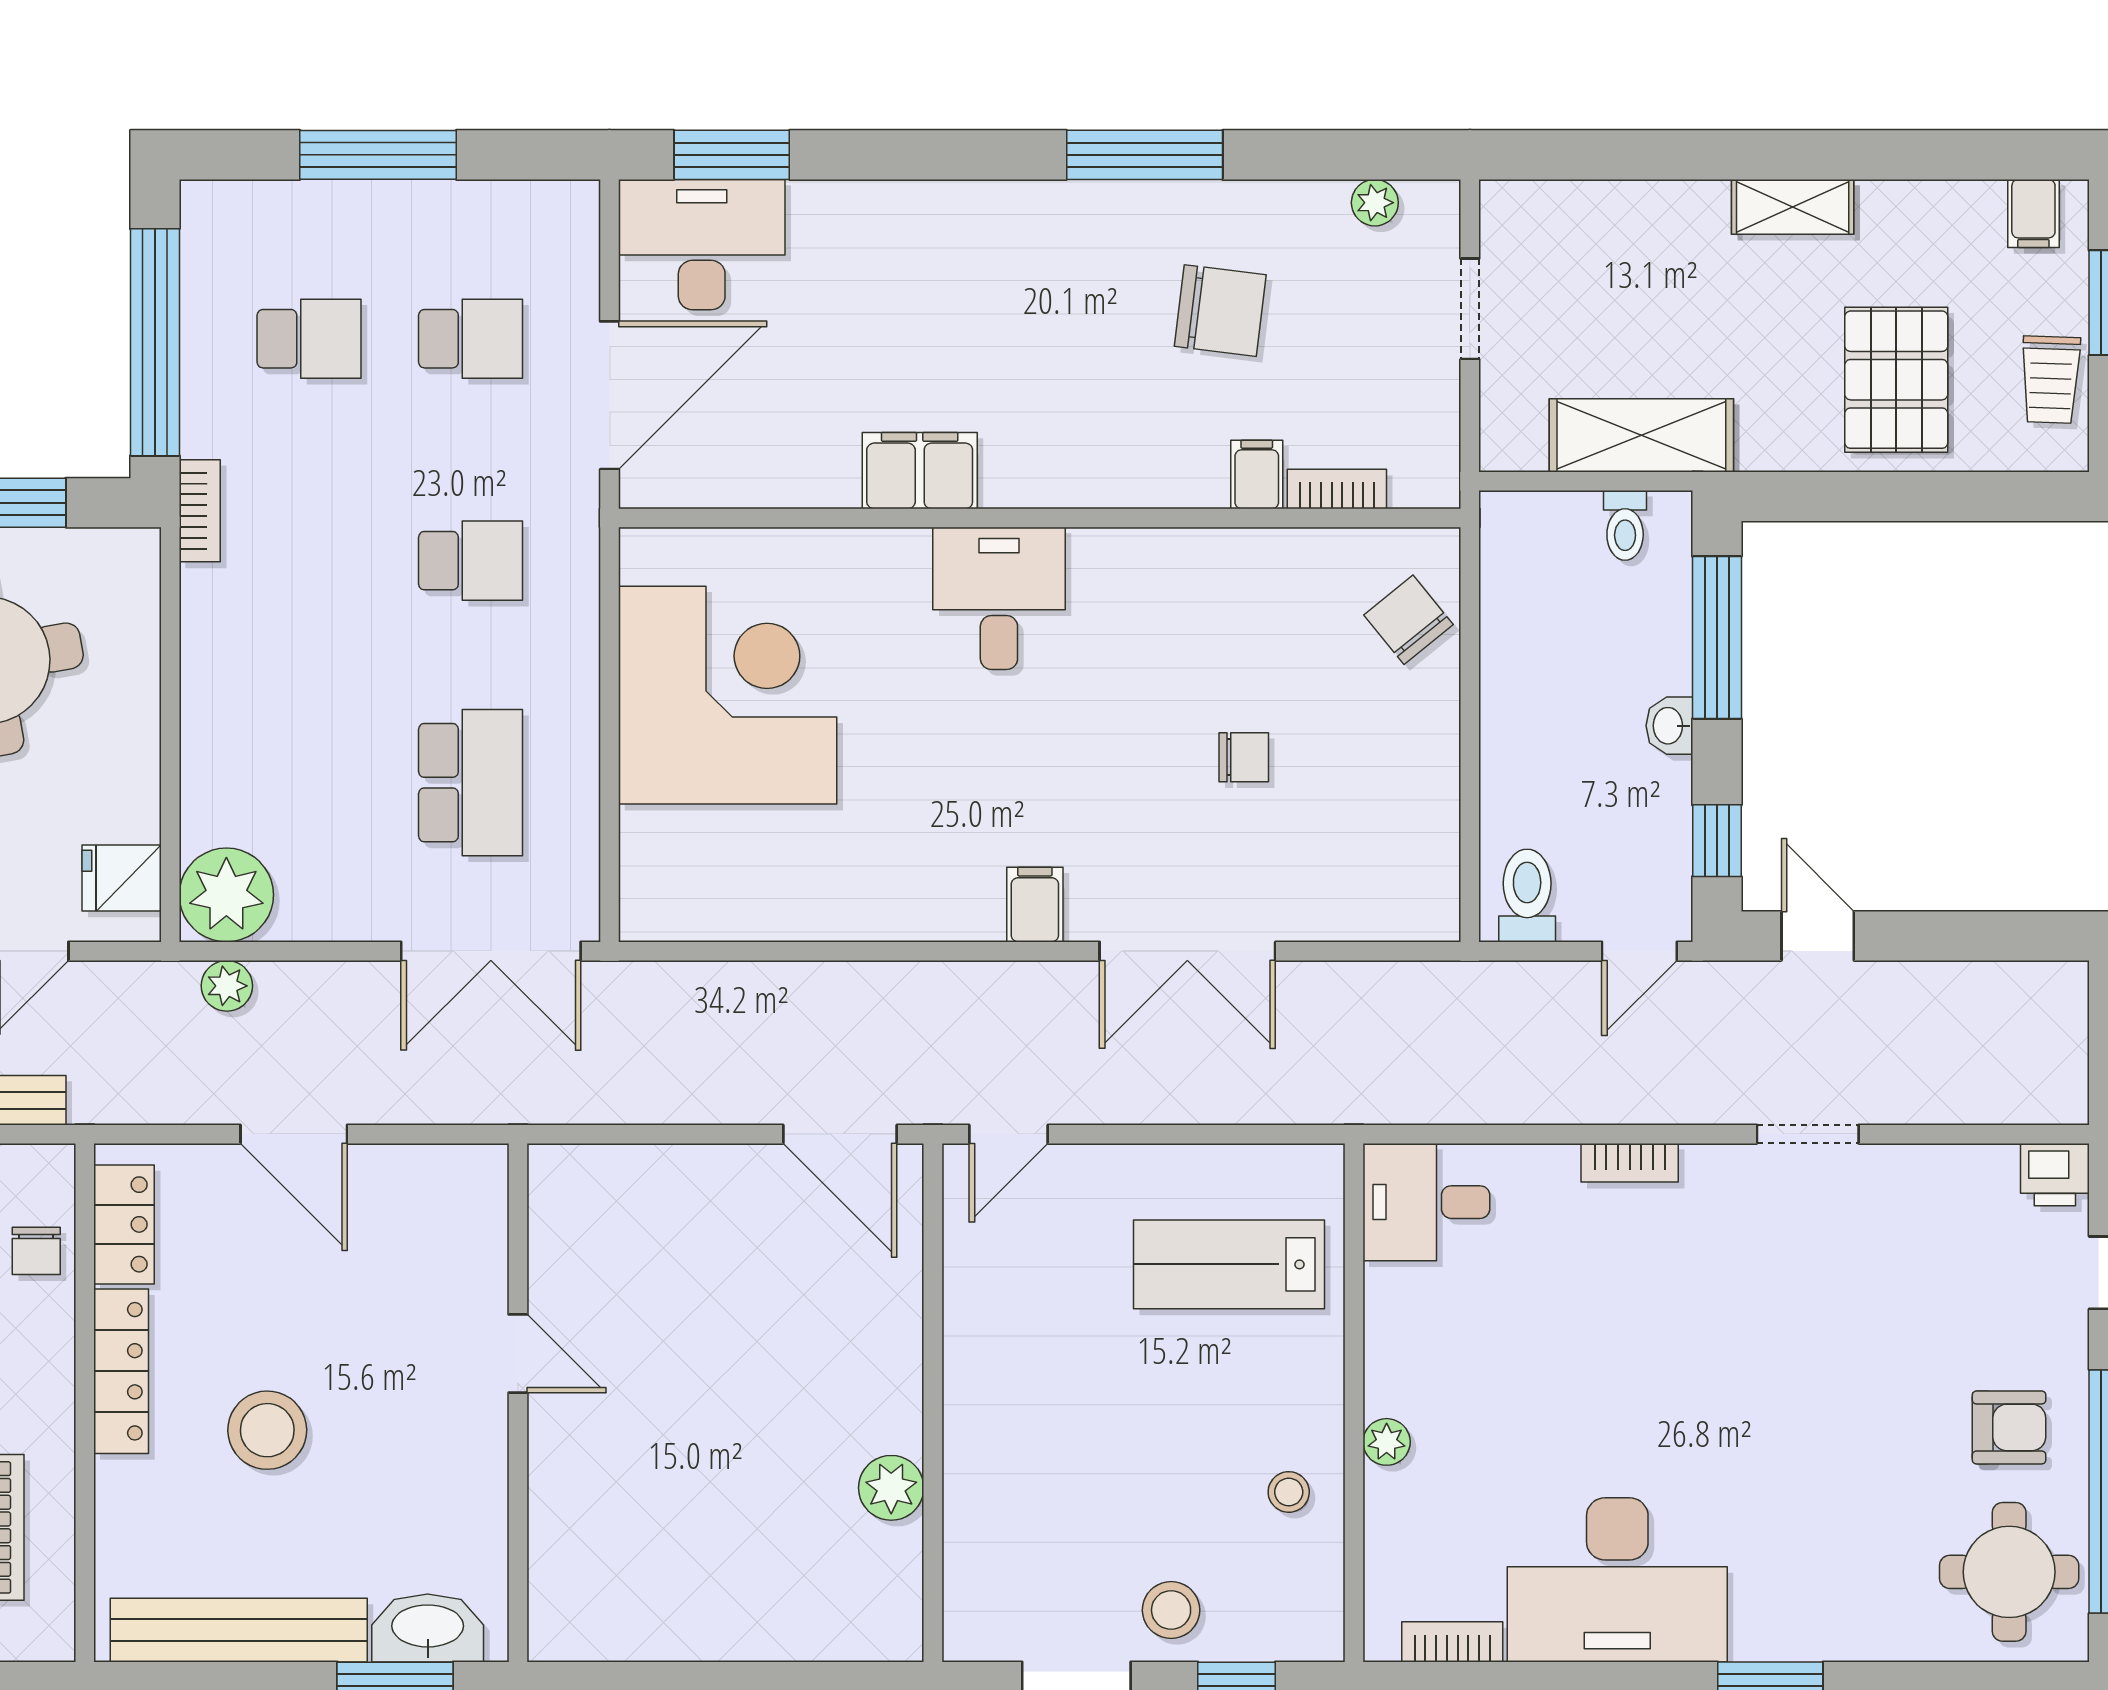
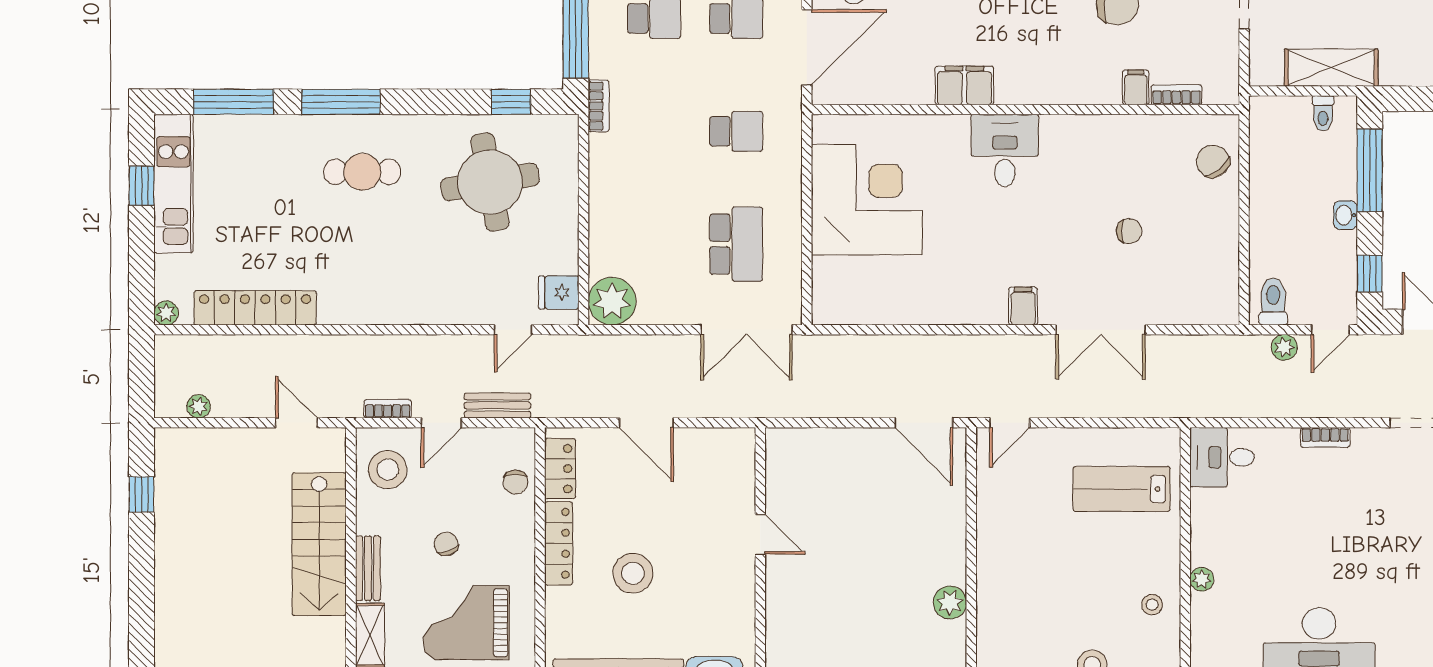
plant: (227, 986) -> (1284, 347), moved

